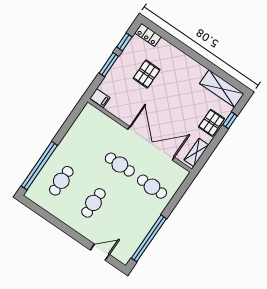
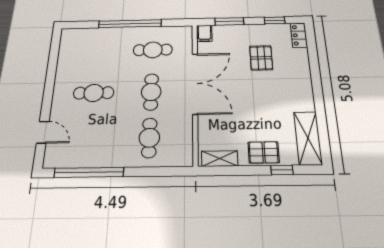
window: (109, 65) -> (229, 21), moved
pallet: (147, 74) -> (261, 58), turned 90
double door: (151, 143) -> (195, 83), moved
window: (39, 166) -> (130, 24), moved
cafe table: (61, 181) -> (153, 50), moved

